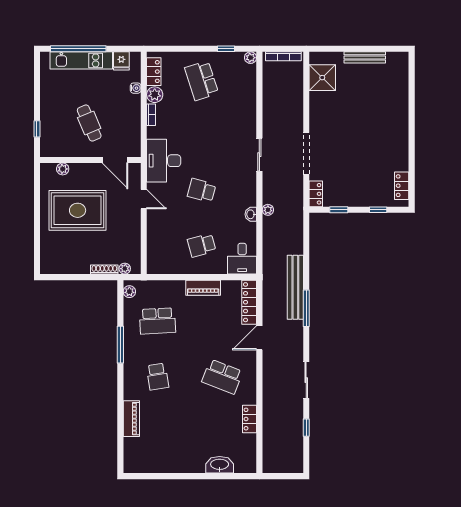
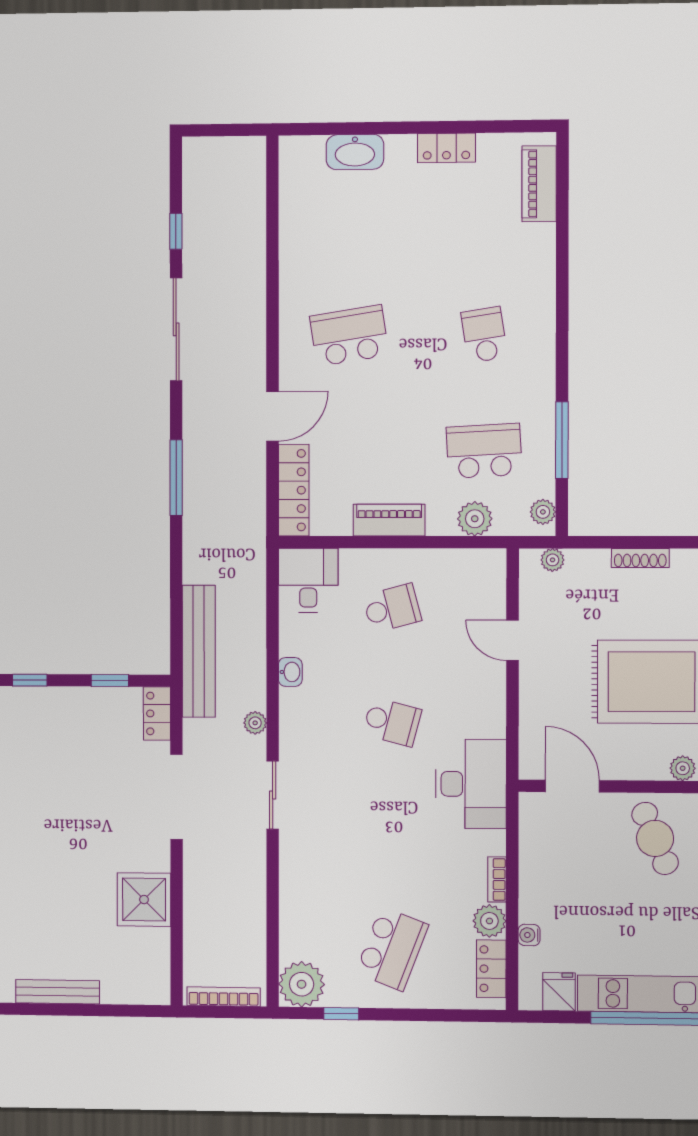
plant: (251, 58) -> (302, 984), width x1.88, depth x1.88
shower: (322, 78) -> (144, 900), moved
school desk: (202, 81) -> (392, 949), turned 39
cafe table: (89, 123) -> (655, 838), moved
door: (144, 199) -> (513, 640), moved
plant: (268, 210) -> (255, 723), moved
shoe rack: (104, 270) -> (640, 558), moved
bench: (295, 287) -> (199, 651), moved
plant: (162, 288) -> (475, 519), added
window: (120, 345) -> (562, 440), moved
school desk: (222, 377) -> (349, 336), turned -30
sliding door: (306, 380) -> (176, 329), width x1.37
piano: (131, 419) -> (539, 184), moved
locker: (249, 419) -> (446, 148), moved, turned 90

